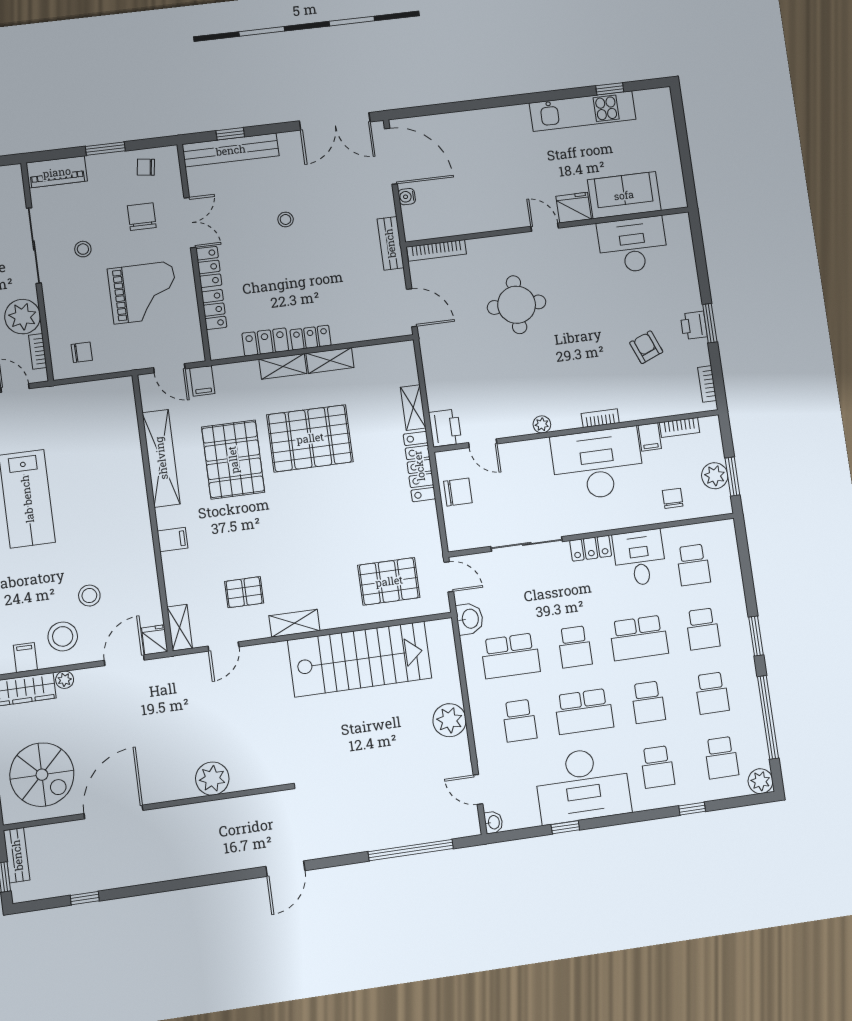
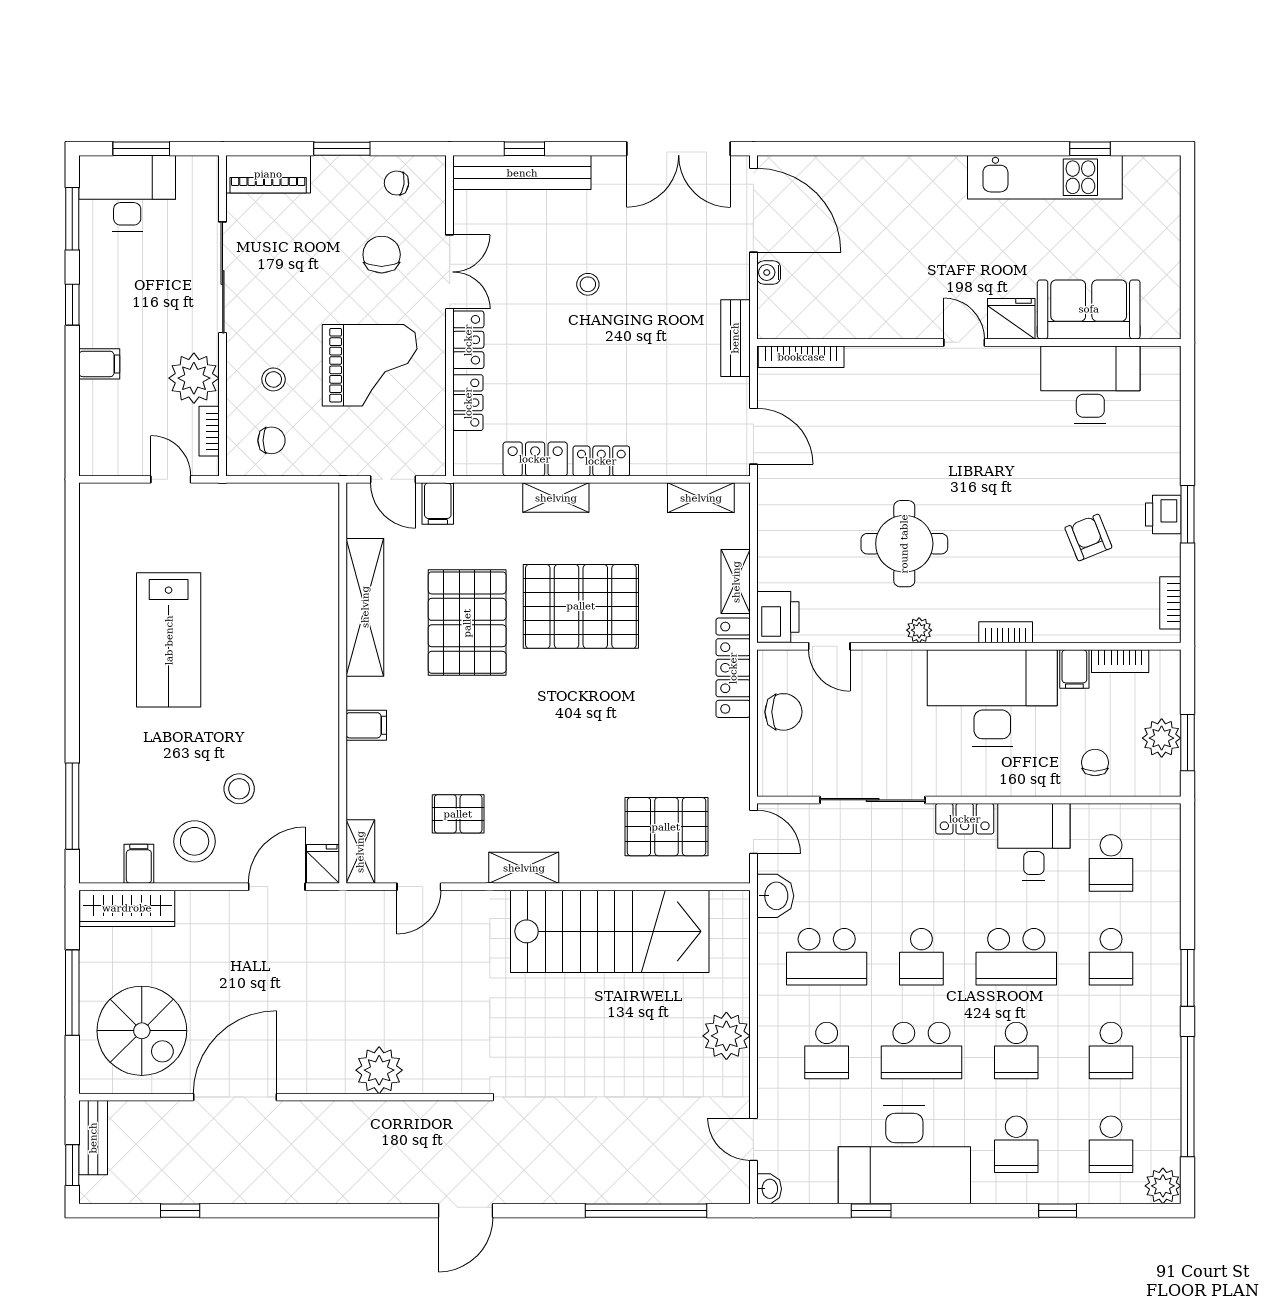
stool: (83, 249) -> (274, 379), moved
round table: (517, 305) -> (904, 544), moved
shelving: (330, 360) -> (701, 498), moved
plant: (65, 680) -> (190, 903), removed

